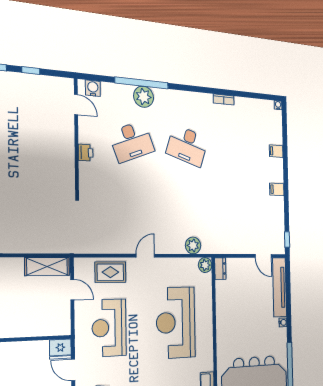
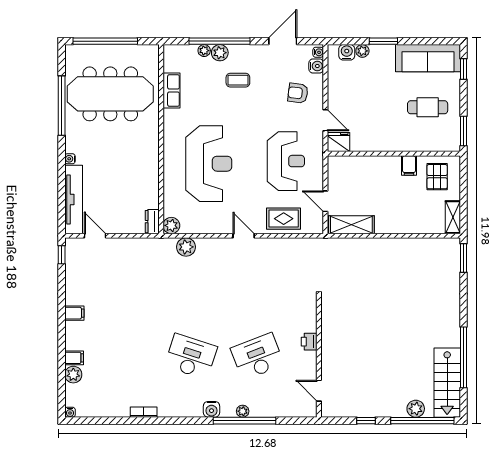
water cooler: (93, 88) -> (211, 409), moved
plant: (144, 97) -> (243, 411), width x0.53, depth x0.53
plant: (276, 137) -> (73, 375), added
door: (145, 256) -> (244, 236), swing flipped

